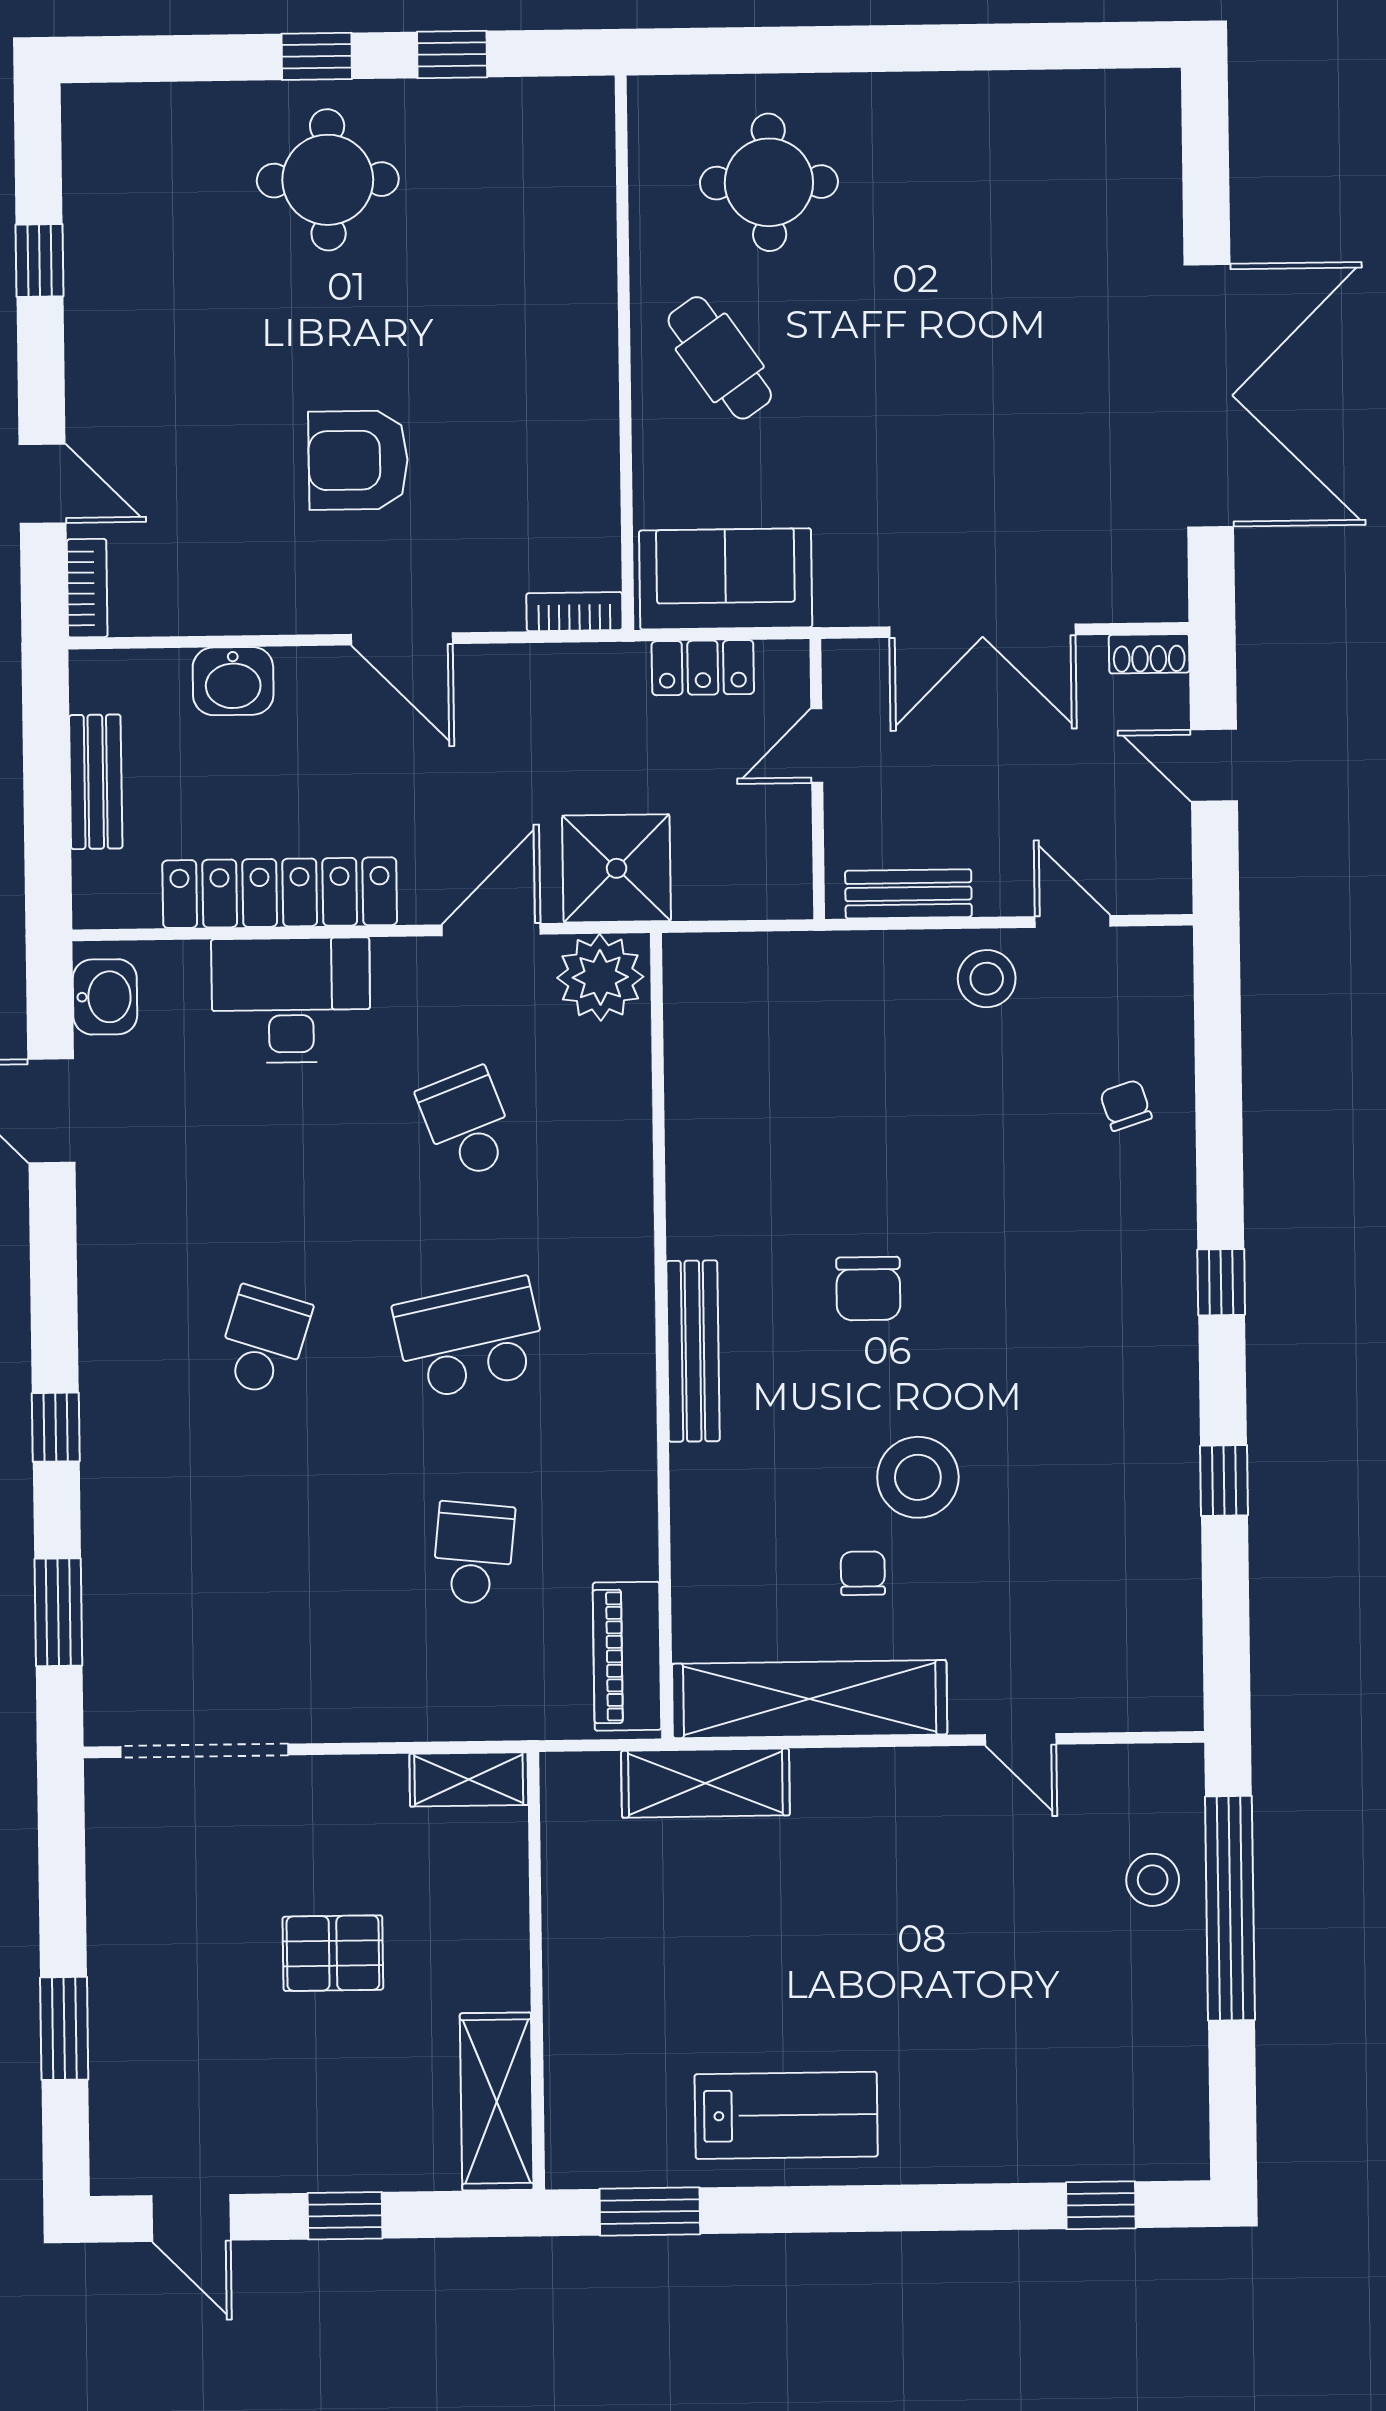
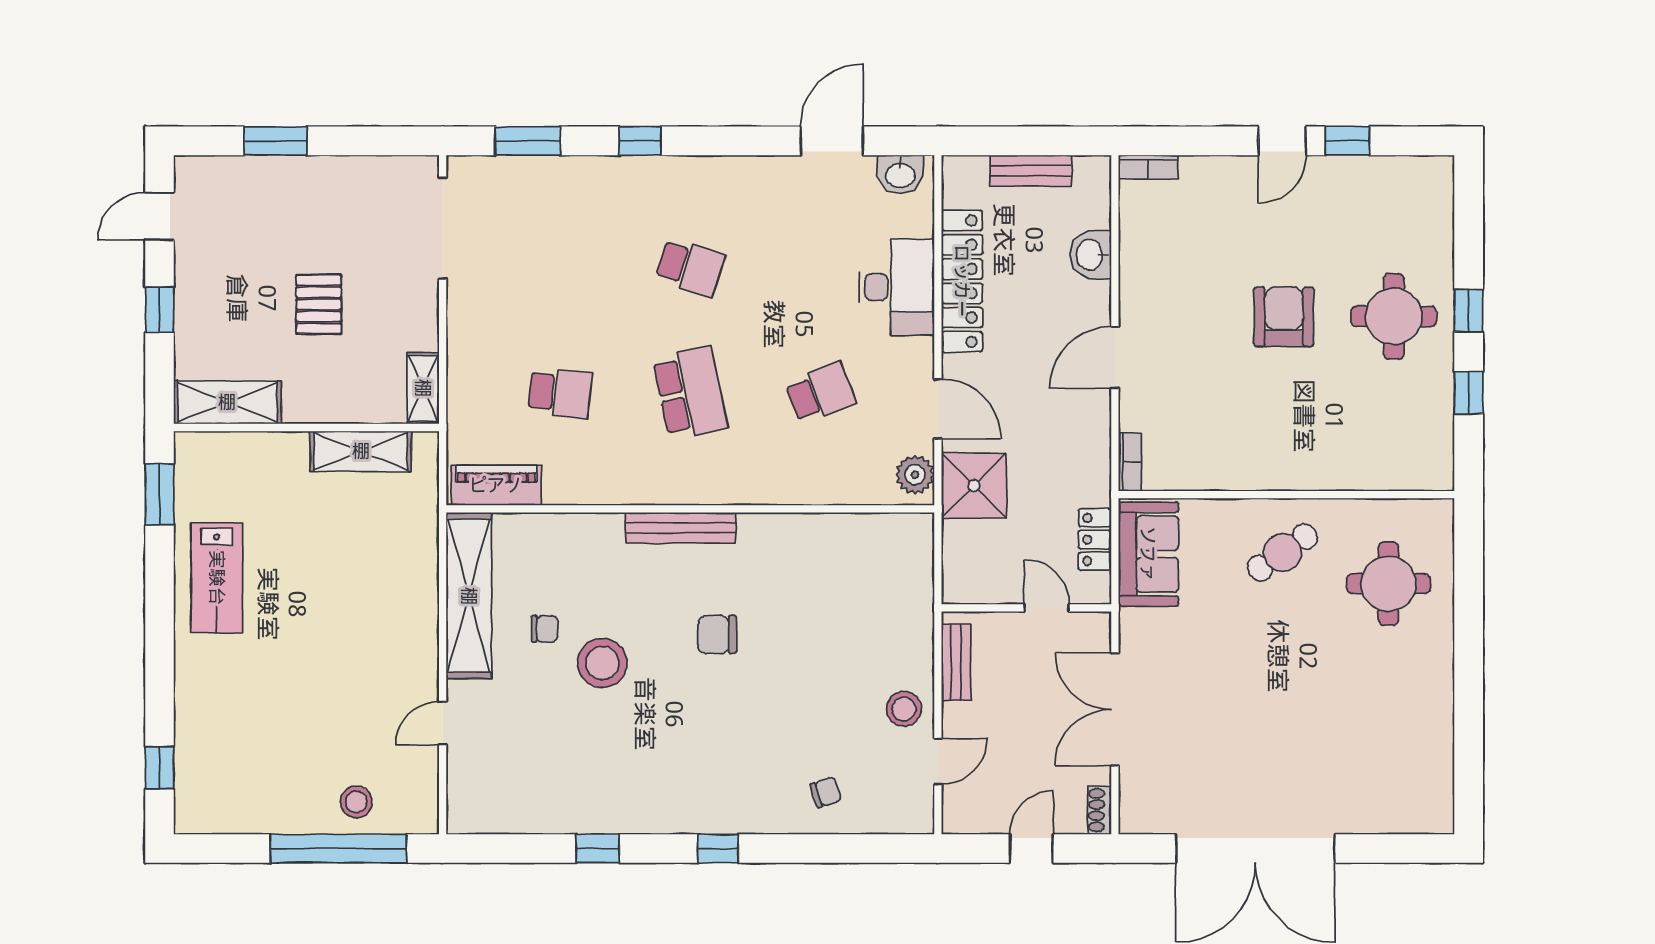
armchair: (358, 460) -> (1284, 317), moved
door: (43, 484) -> (1282, 141), moved
plant: (600, 977) -> (915, 475), width x0.73, depth x0.73
shelving: (705, 1783) -> (361, 451), moved, turned 90

